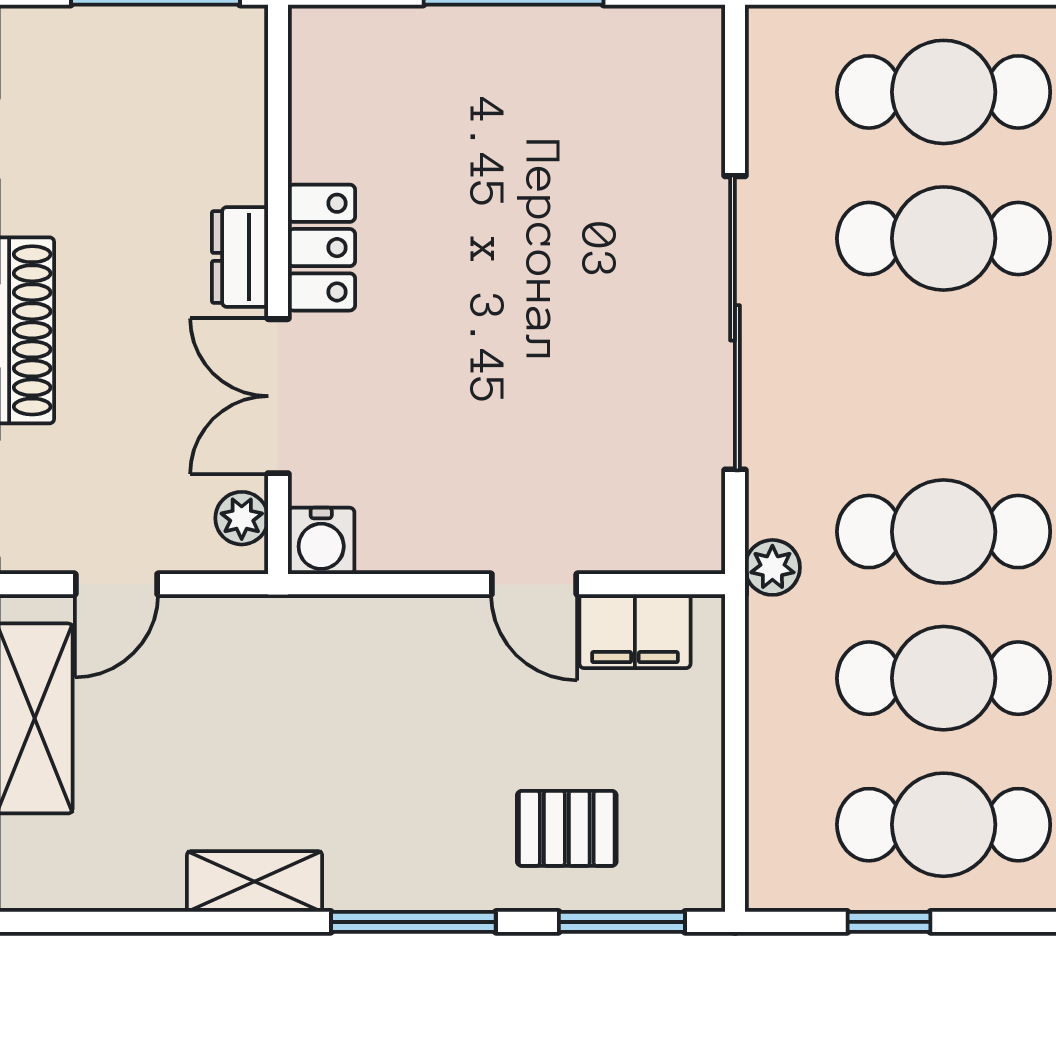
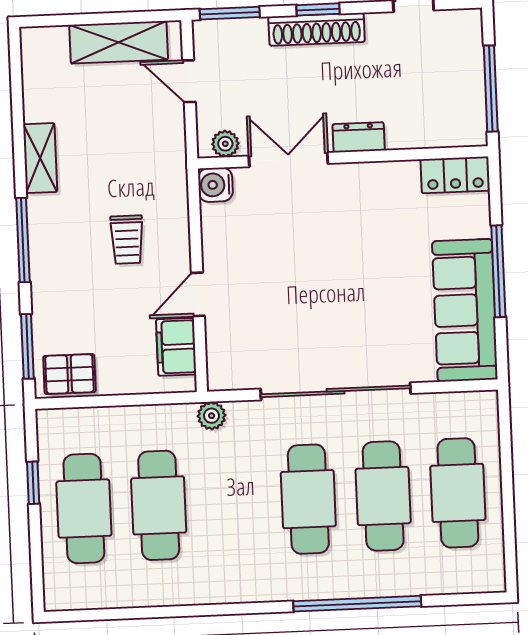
sofa: (587, 63) -> (465, 310), added
locker: (322, 248) -> (455, 175), moved
cafe table: (944, 532) -> (308, 499), moved
trolley: (421, 718) -> (127, 240), added
pallet: (567, 828) -> (69, 374), moved, turned 90

